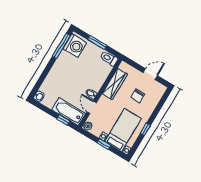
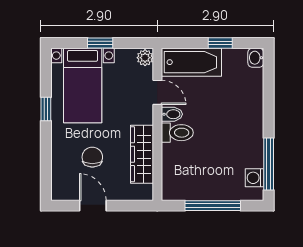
window: (97, 42) -> (213, 206), width x1.44
washing machine: (75, 46) -> (255, 178), width x0.53, depth x0.53
toilet: (109, 58) -> (177, 133), moved
door: (150, 74) -> (93, 206), swing flipped
window: (63, 120) -> (220, 43), moved

